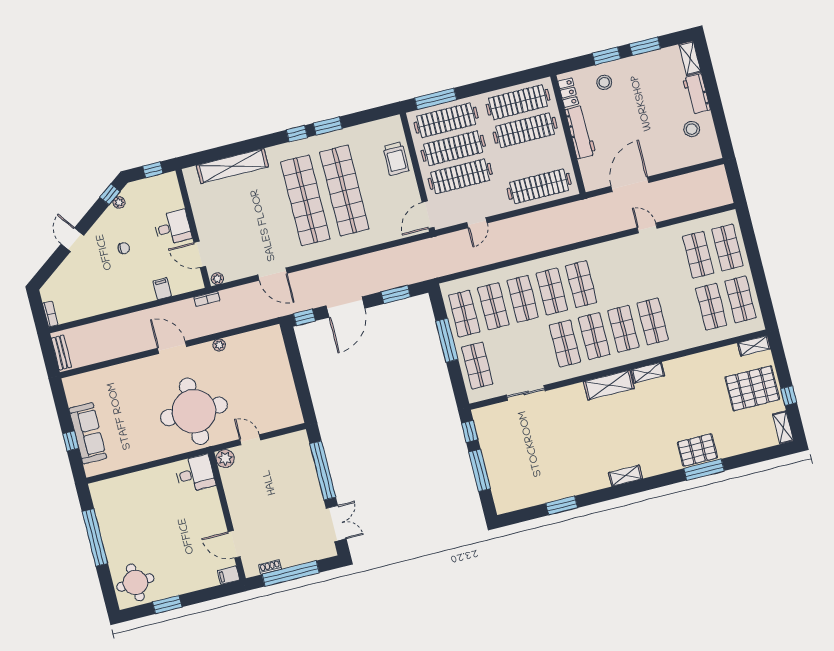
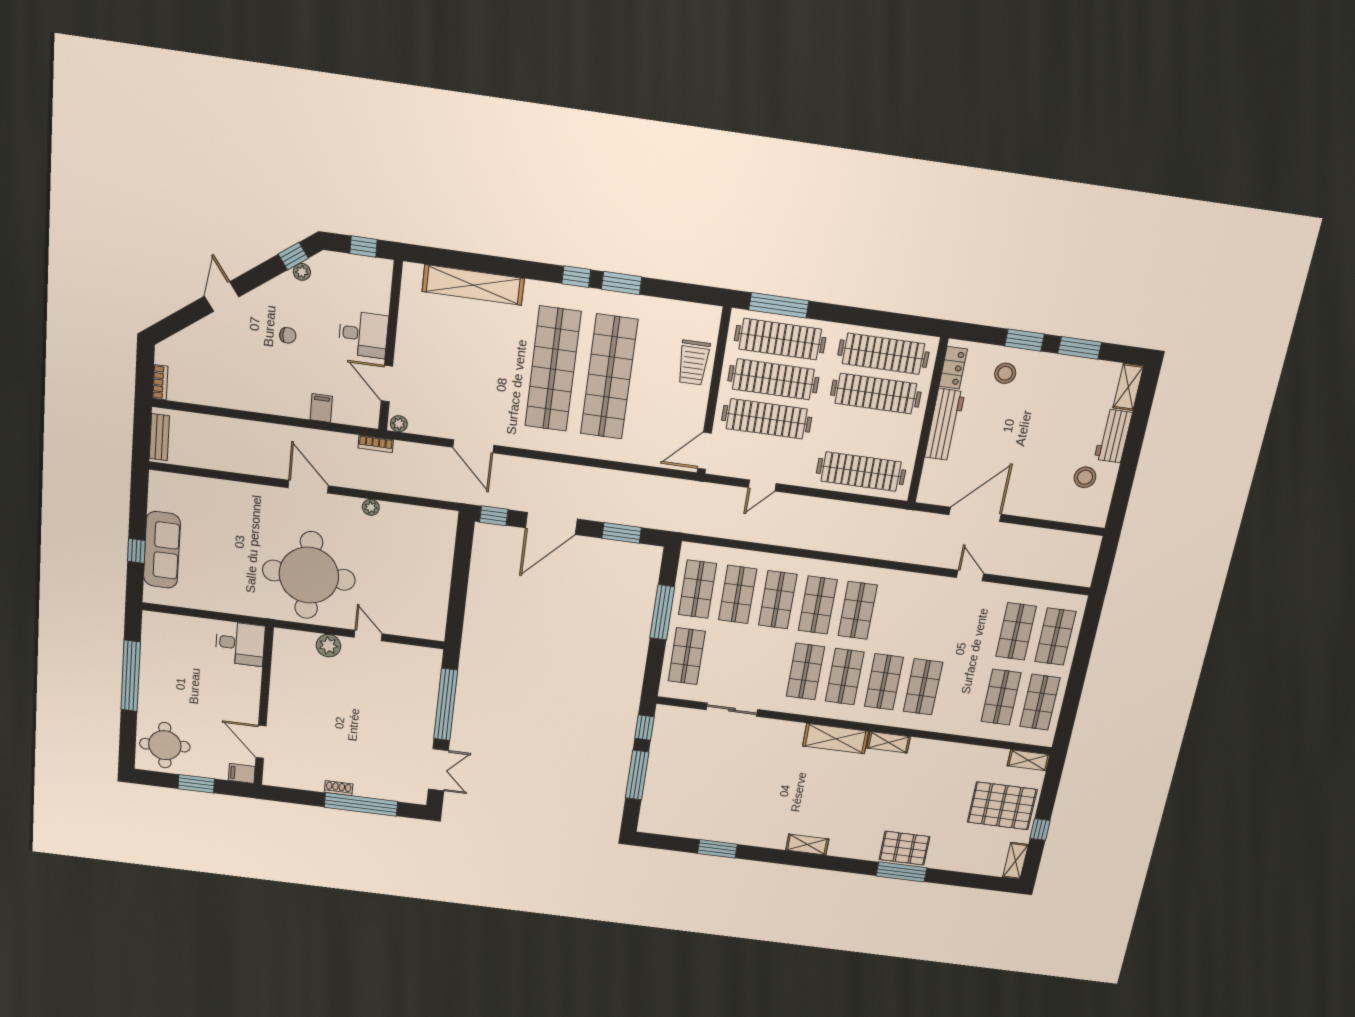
desk: (195, 474) -> (240, 644), moved
wall: (227, 516) -> (264, 707), moved
door: (234, 544) -> (261, 742), moved
filing cabinet: (229, 575) -> (242, 773), moved

